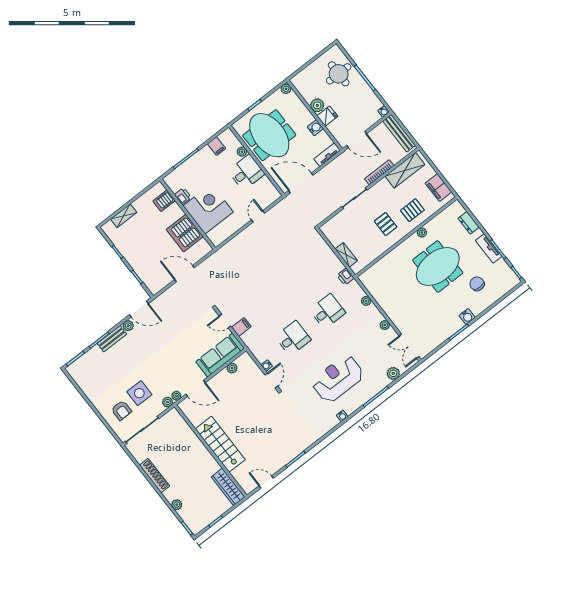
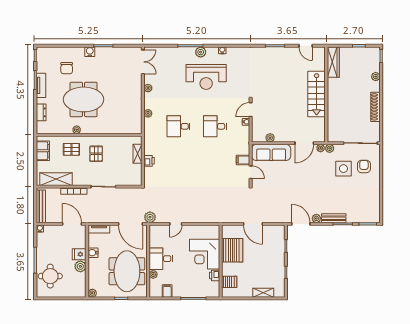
plant: (287, 204) -> (150, 217), added
printer: (346, 277) -> (149, 161), moved
plant: (393, 373) -> (201, 52), moved
door: (196, 388) -> (304, 143), swing flipped

